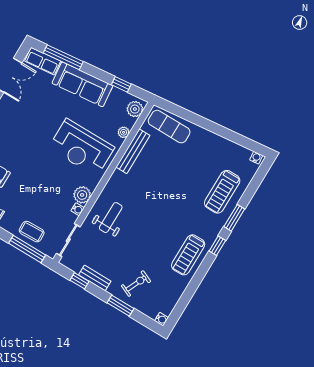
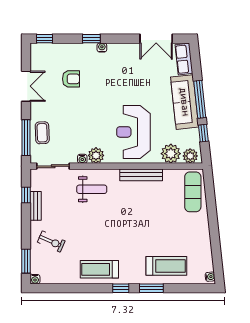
window: (63, 57) -> (200, 99), moved
plant: (124, 132) -> (171, 154), width x1.88, depth x1.88
bench: (133, 151) -> (141, 175), moved
treadmill: (222, 192) -> (166, 266), turned 180
window: (120, 306) -> (26, 261), moved

